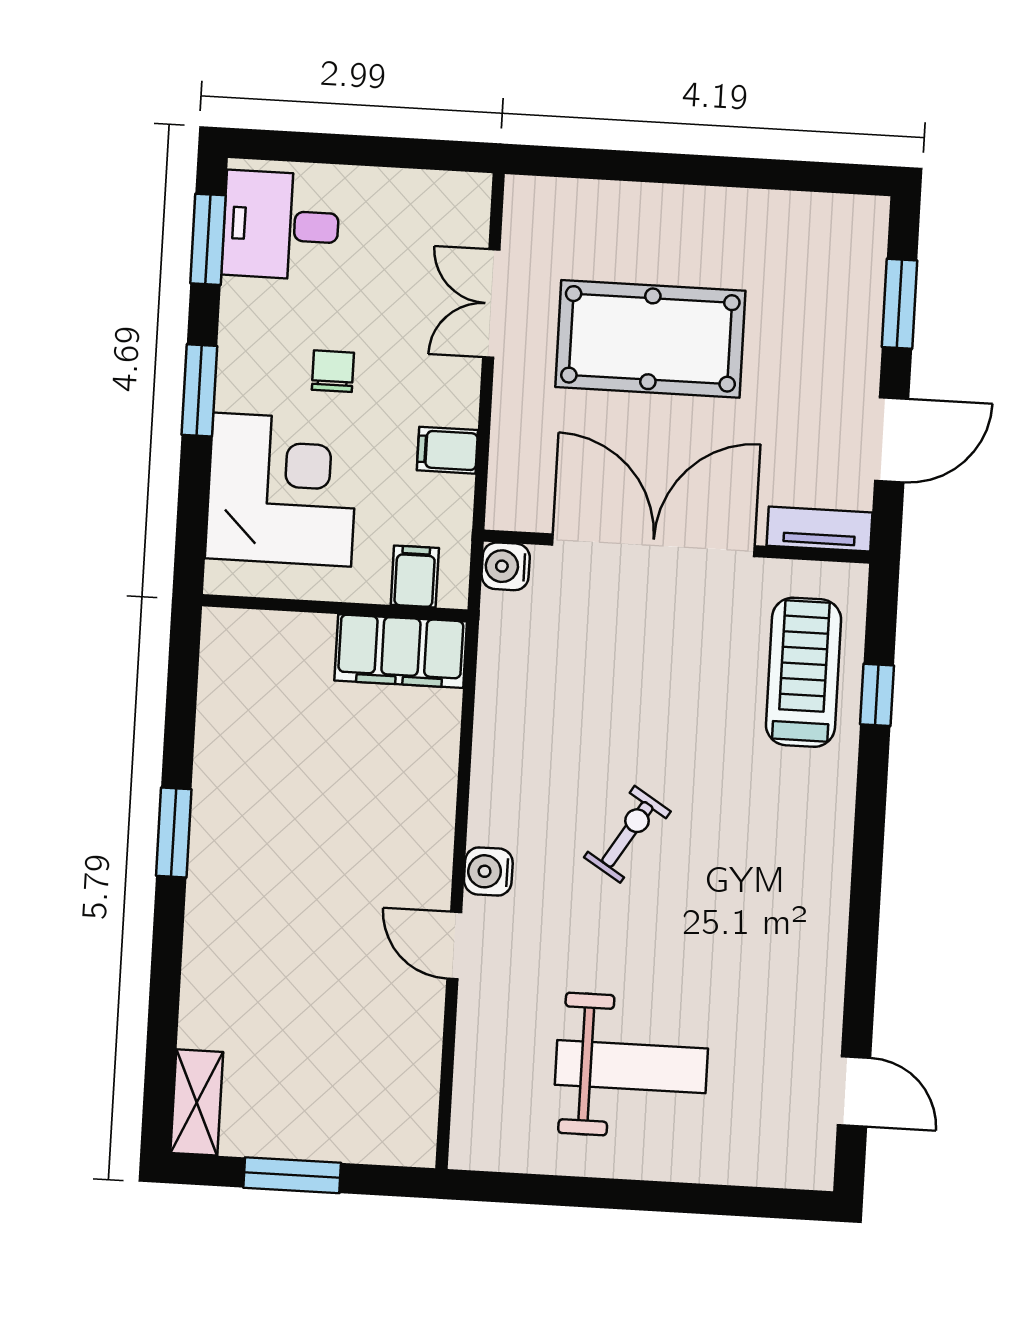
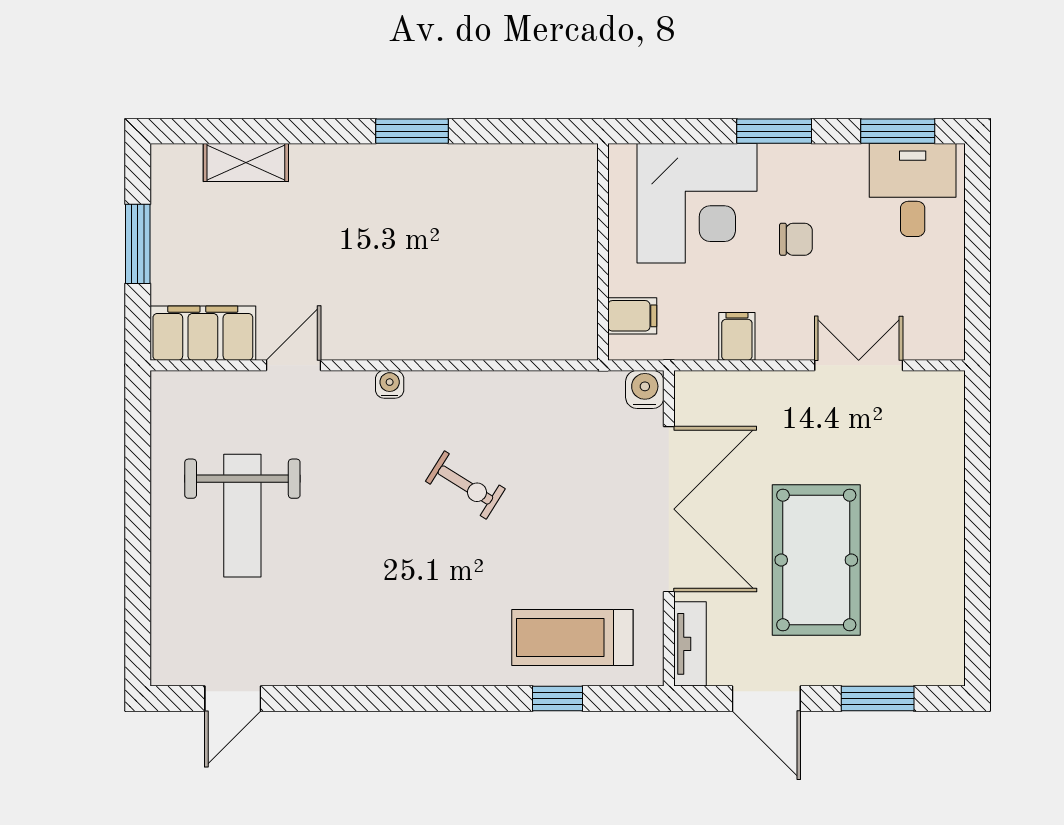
pool table: (650, 339) -> (816, 560), moved
filing cabinet: (401, 651) -> (203, 333), moved, turned 90
treadmill: (803, 672) -> (572, 638), turned 180
exercise bike: (627, 834) -> (465, 485), moved
water cooler: (488, 871) -> (390, 384), width x0.72, depth x0.72
door: (454, 946) -> (294, 365), moved
shelving: (197, 1102) -> (246, 163), moved

